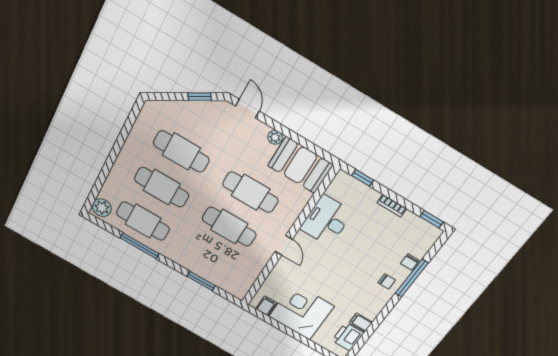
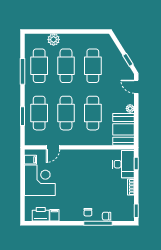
door: (247, 109) -> (136, 87), swing flipped
plant: (102, 208) -> (54, 40), moved
desk: (326, 221) -> (123, 164), moved, turned 90
door: (284, 245) -> (53, 147), moved
cafe table: (209, 259) -> (39, 113), added

